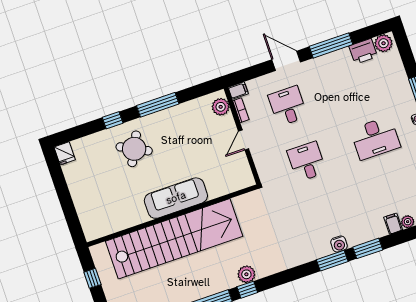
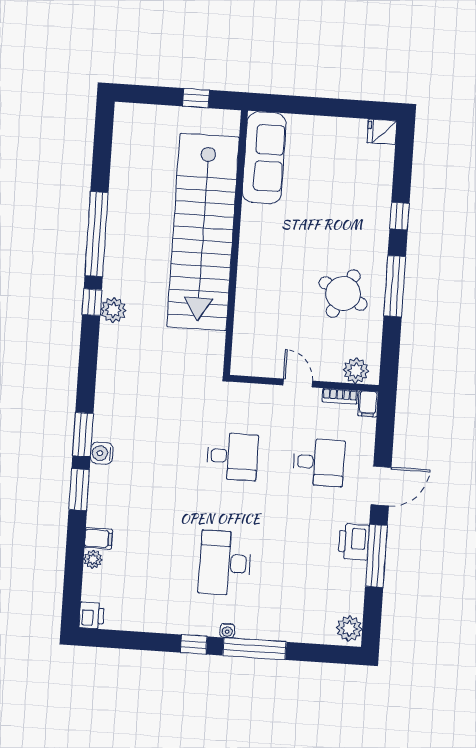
printer: (363, 51) -> (354, 542), moved
round table: (134, 149) -> (343, 294), moved
sofa: (176, 198) -> (264, 158), moved

